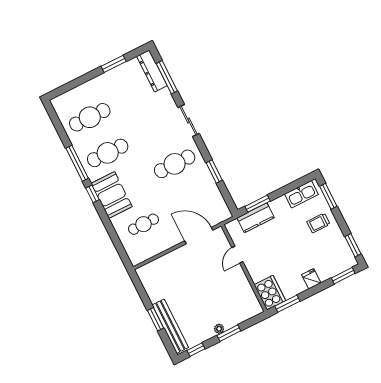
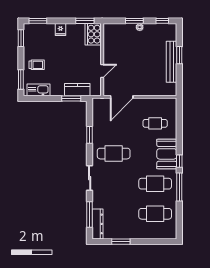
door: (199, 236) -> (122, 97), hinge flipped
bench: (170, 326) -> (172, 62), moved

